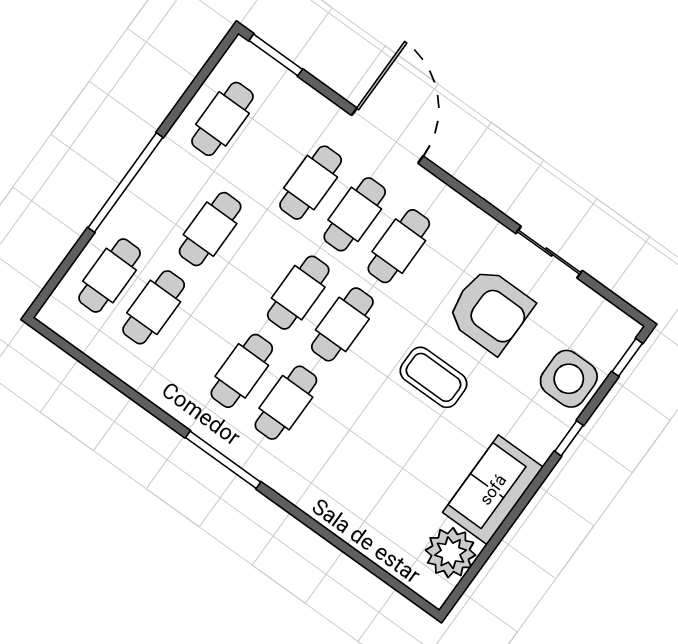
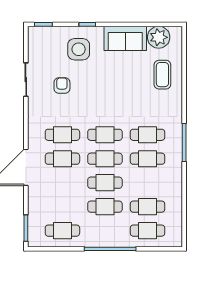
cafe table: (311, 183) -> (105, 183), moved
armchair: (490, 311) -> (62, 85), width x0.53, depth x0.53
coffee table: (433, 377) -> (162, 75), moved
side table: (569, 379) -> (79, 49), moved

